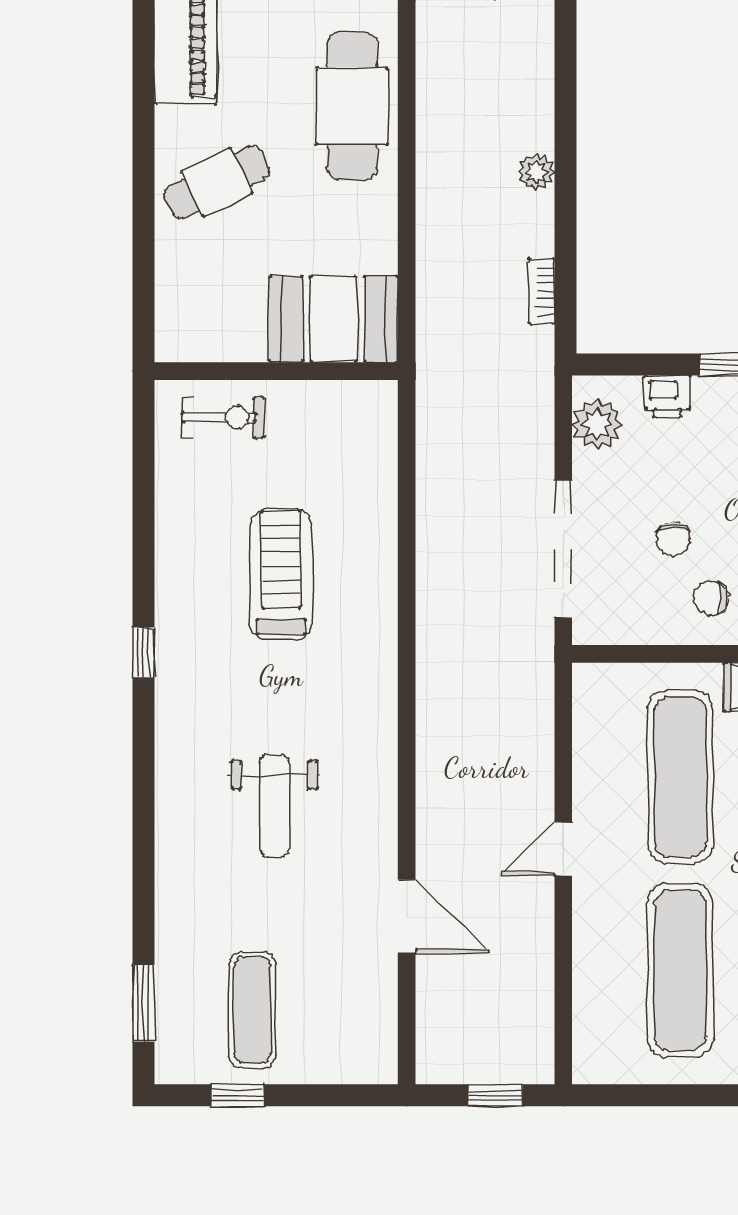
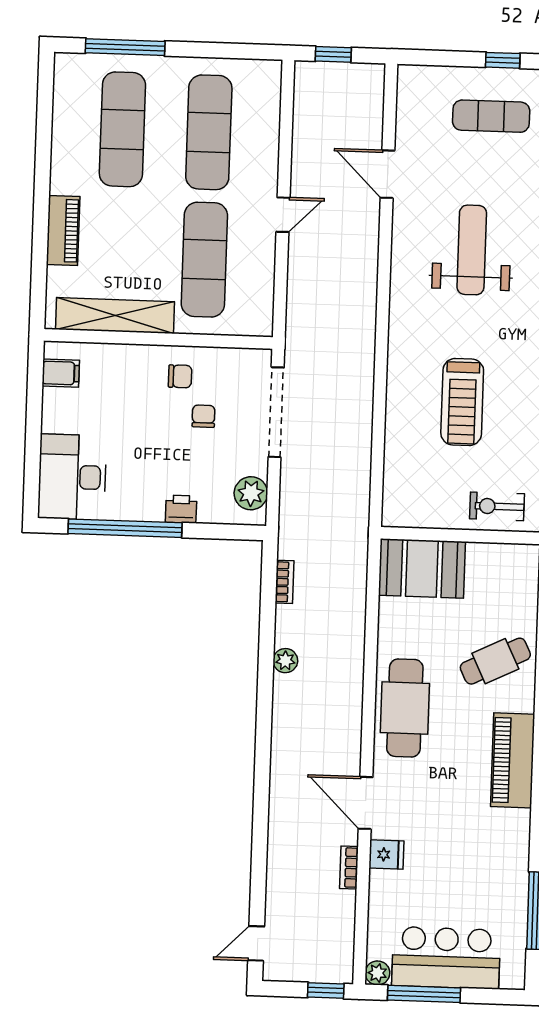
printer: (667, 396) -> (181, 509), moved
weight bench: (275, 806) -> (472, 250), width x1.36, depth x1.33
exercise mat: (252, 1010) -> (491, 116), turned 90

